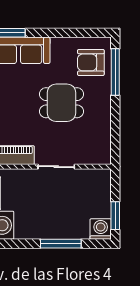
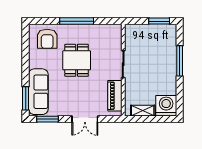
window: (115, 72) -> (77, 21), moved
washing machine: (101, 229) -> (169, 32), removed

